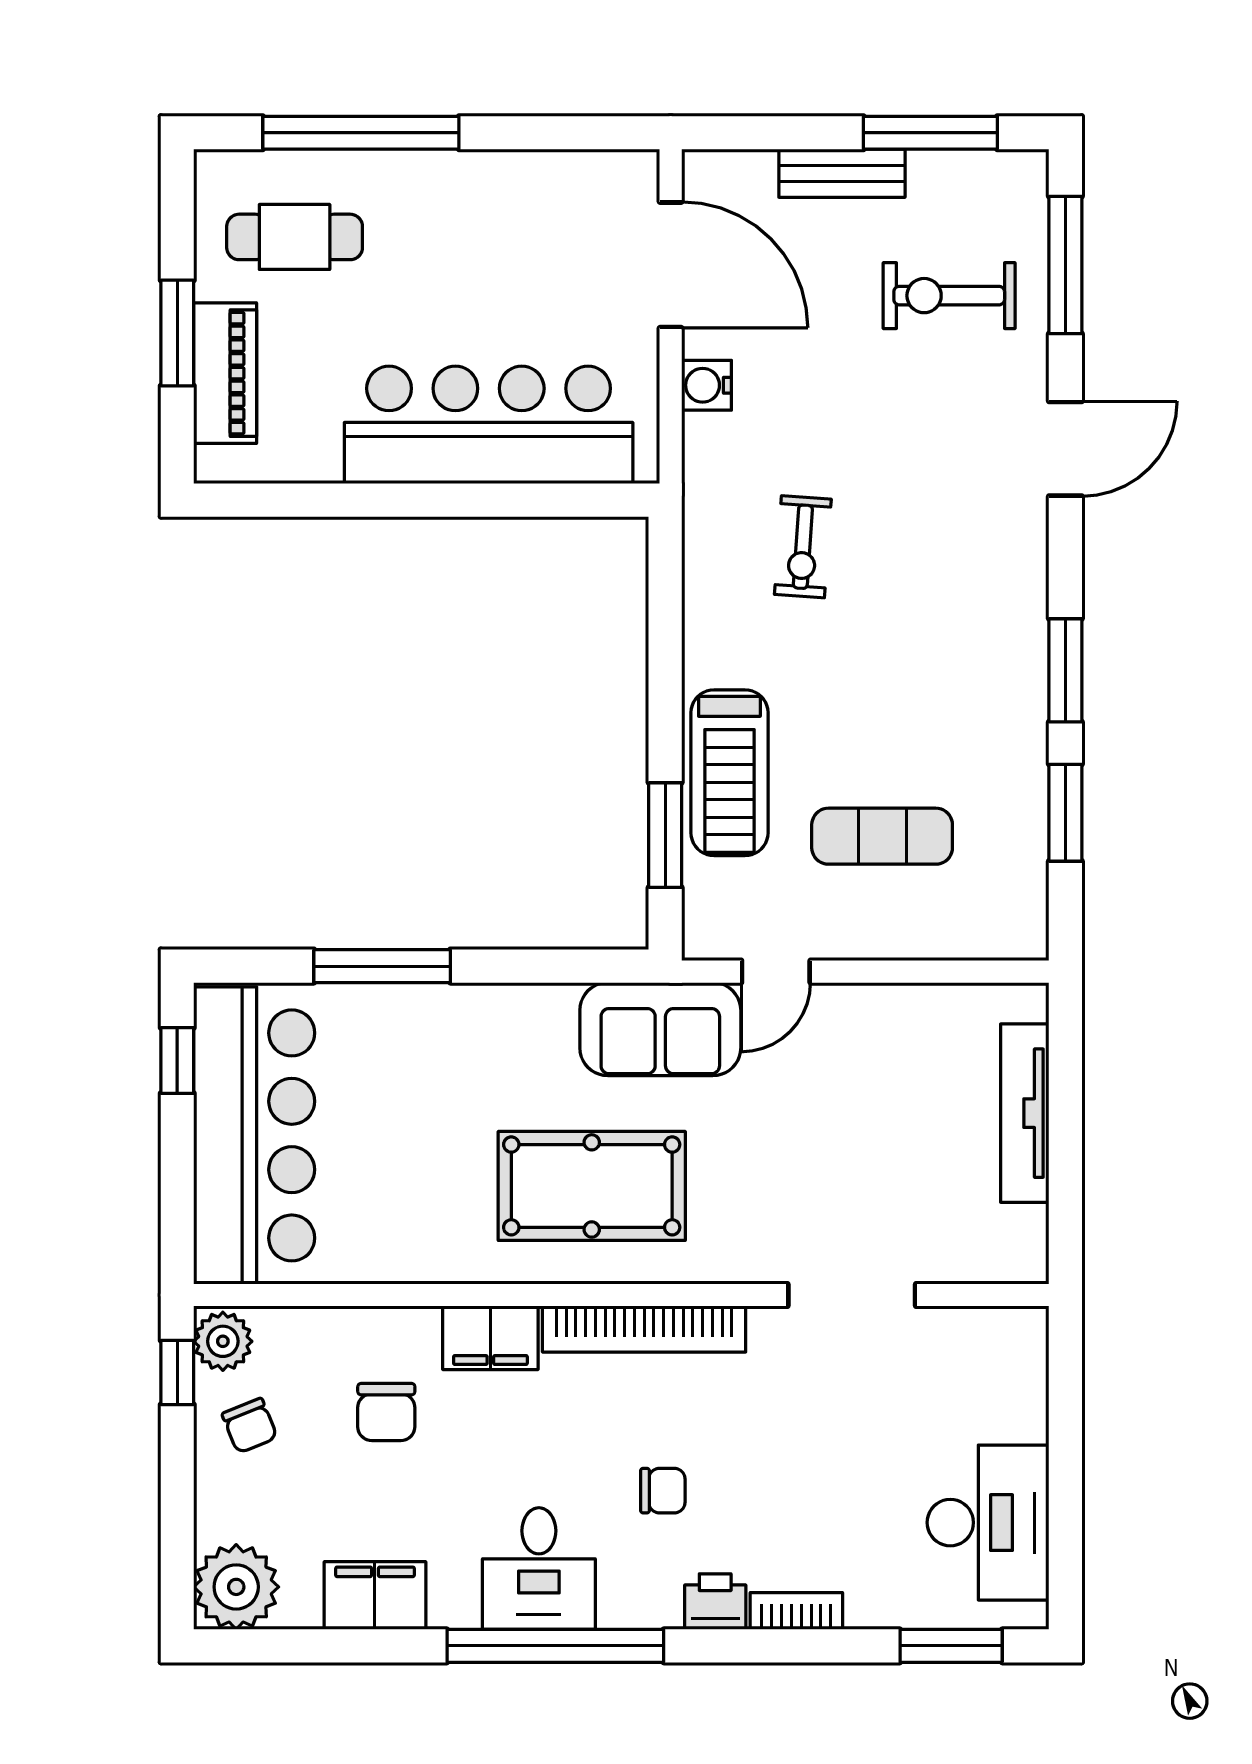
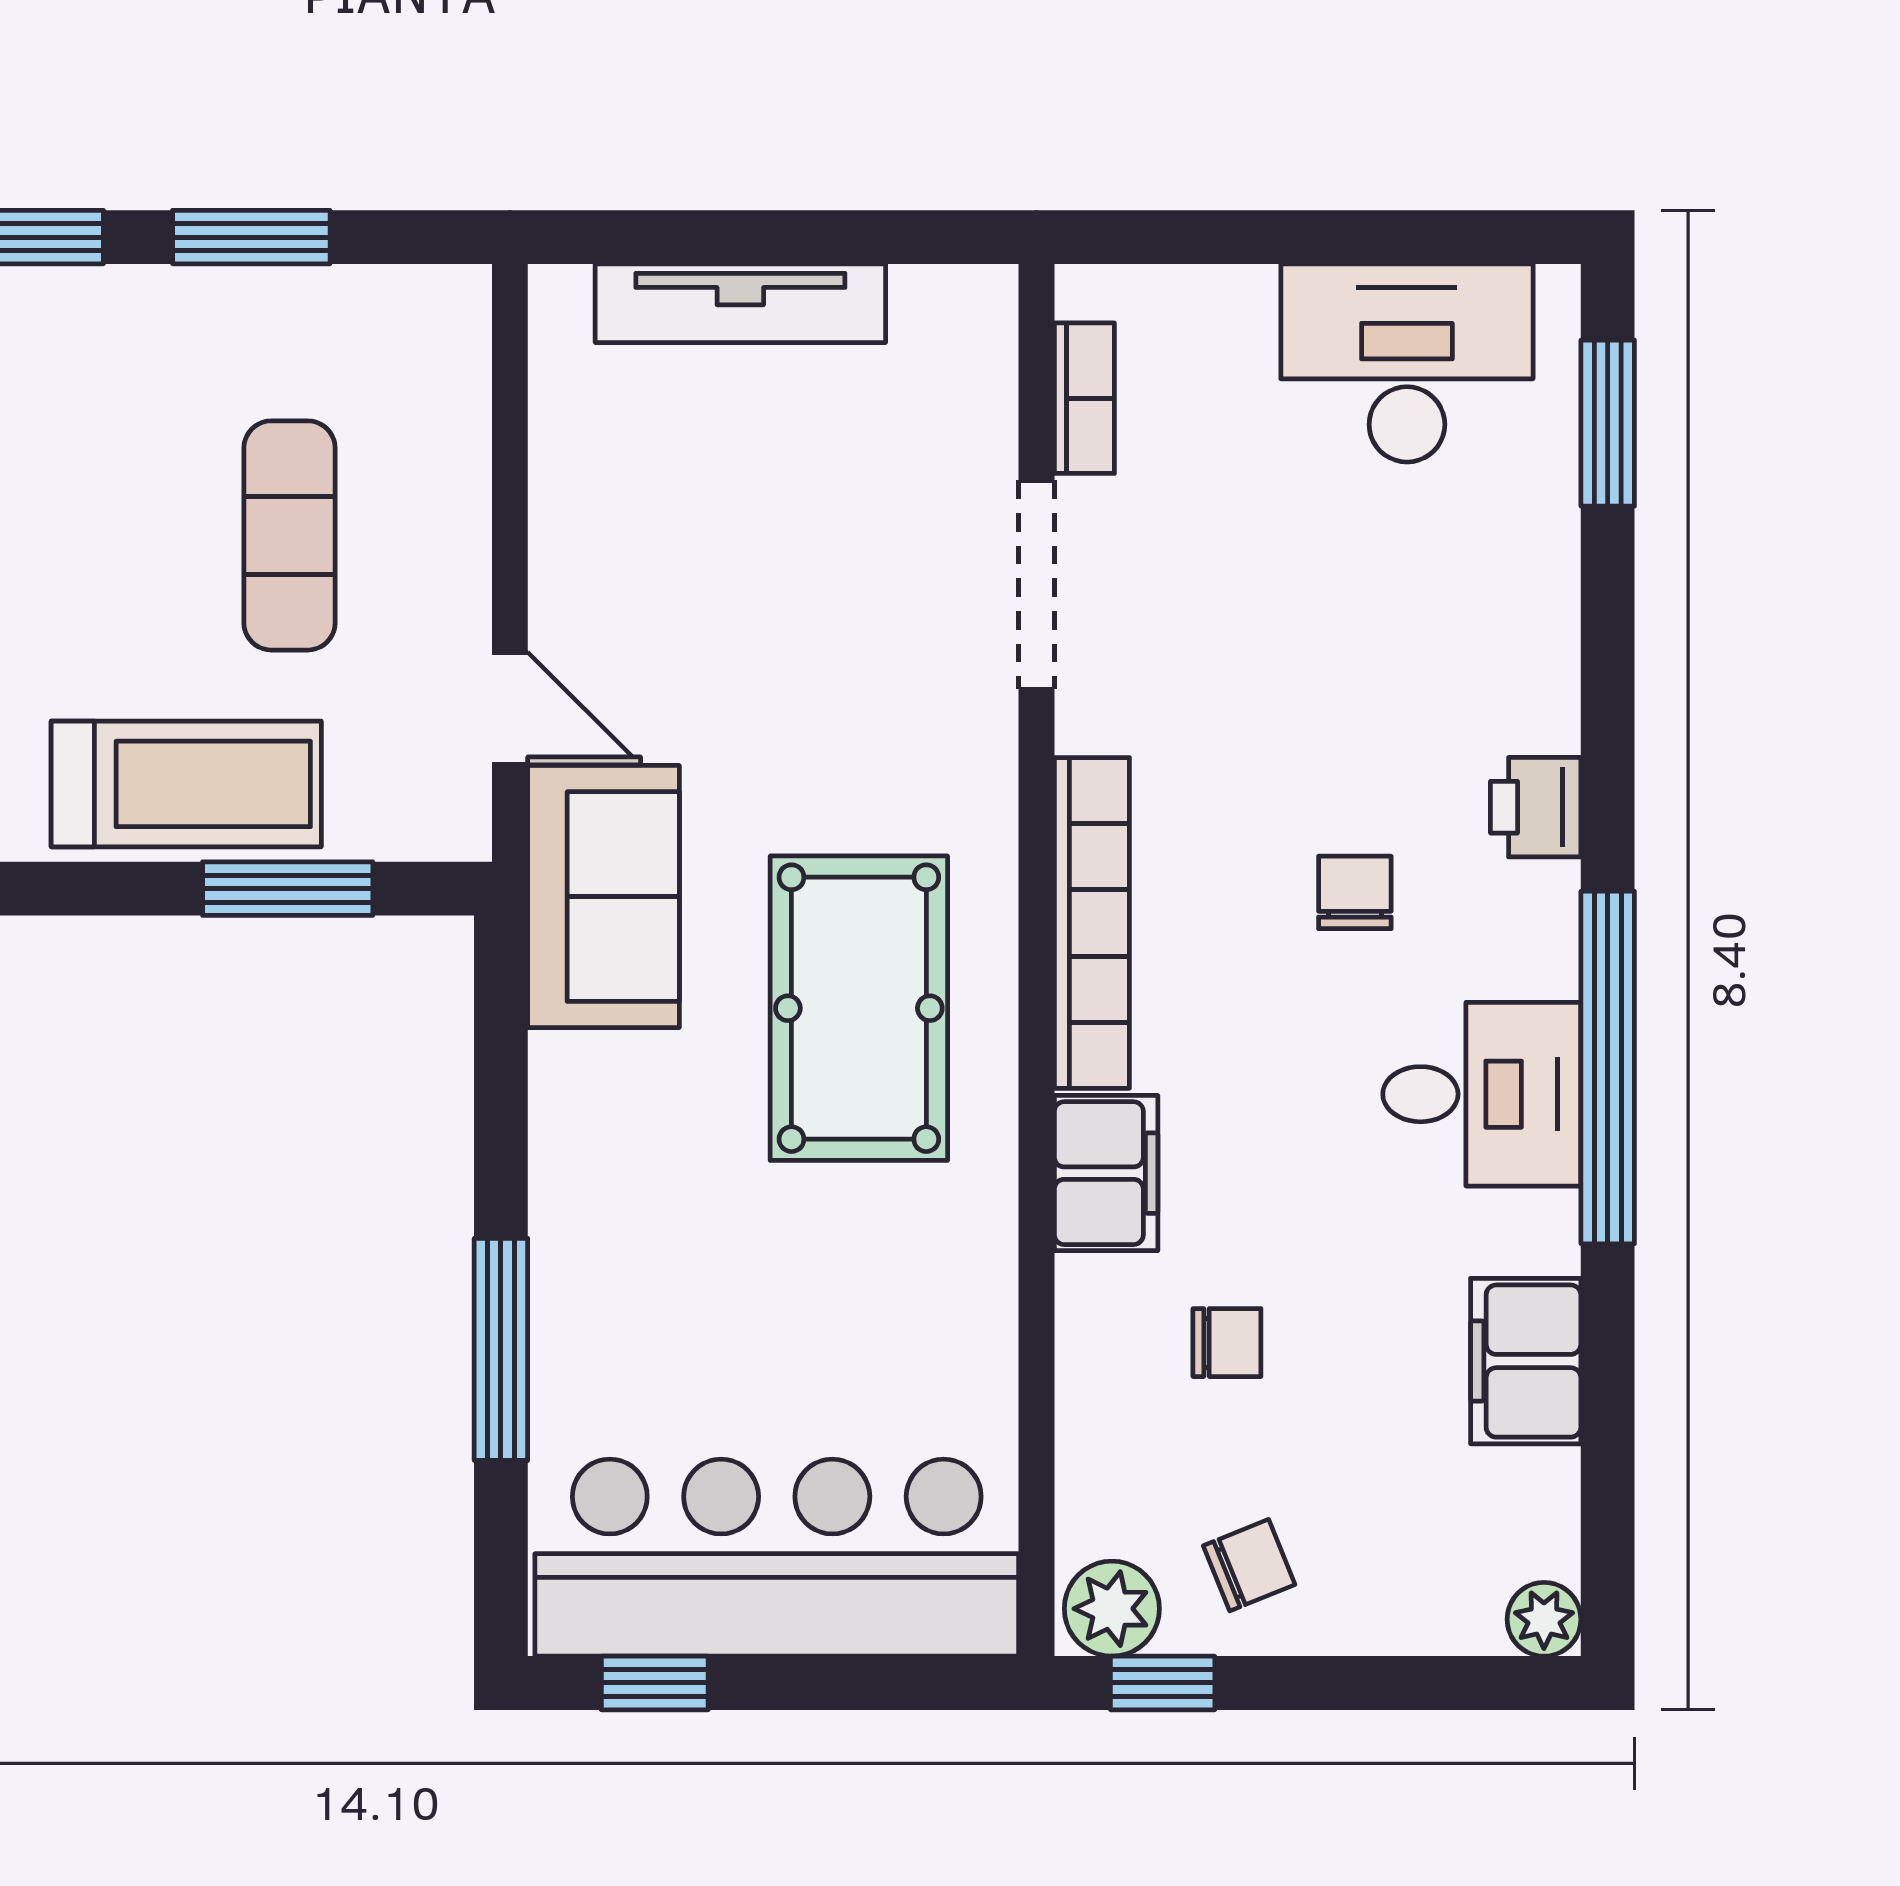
chair: (386, 1412) -> (1227, 1343), width x0.73, depth x0.73
plant: (236, 1587) -> (1544, 1619), width x0.53, depth x0.53
bookcase: (796, 1611) -> (1084, 398), moved, turned 180

